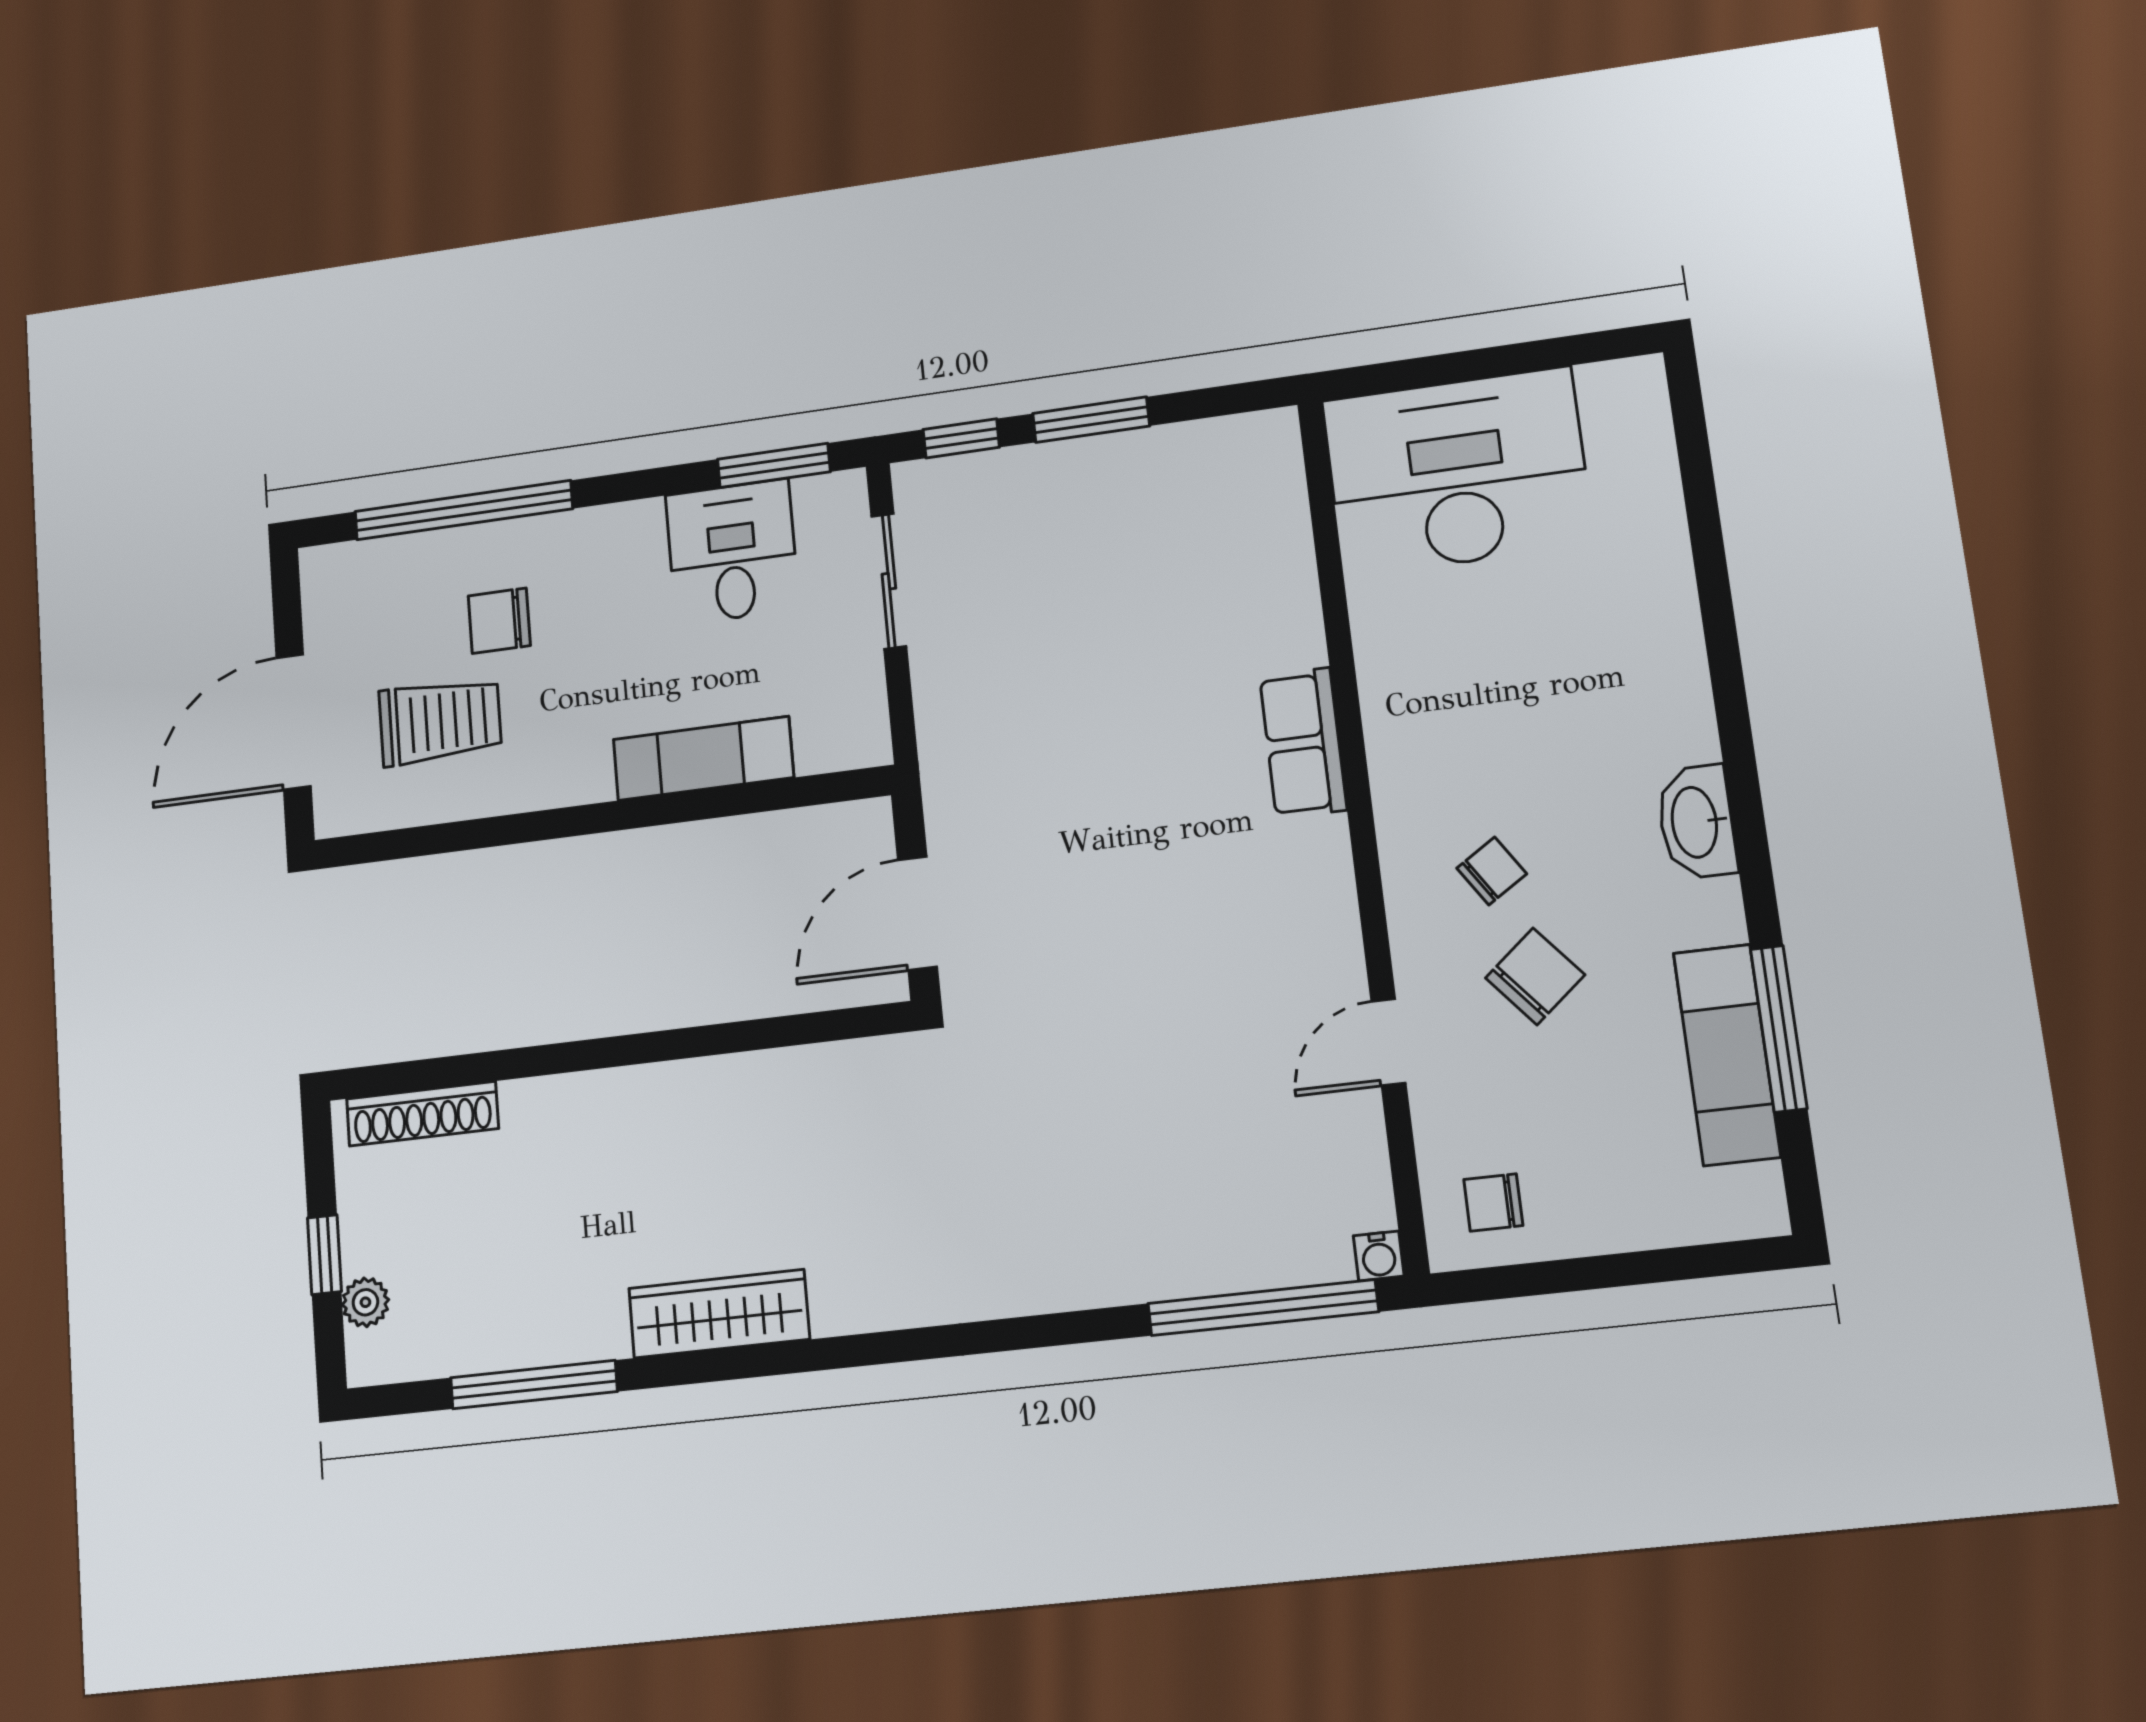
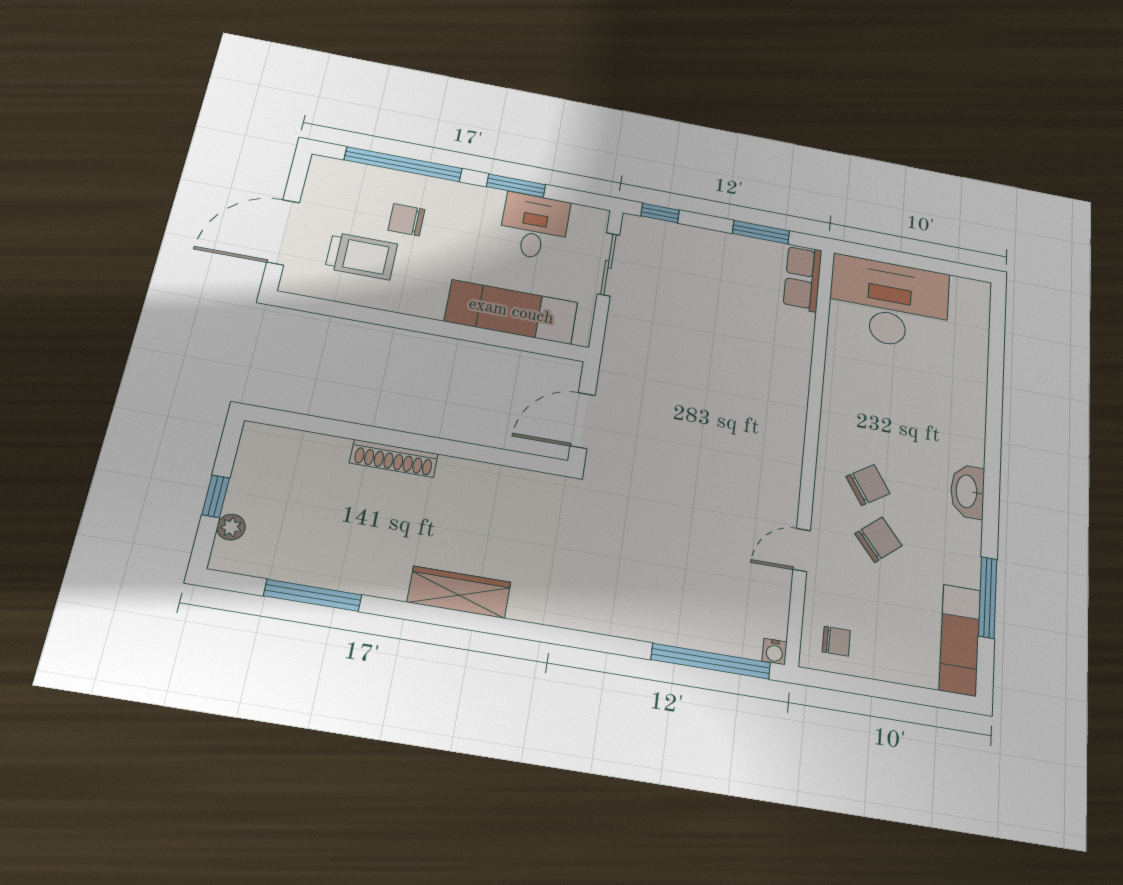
window: (1091, 420) -> (761, 232), moved
window: (774, 465) -> (516, 186), moved
row of seats: (1303, 743) -> (803, 278), moved
exam couch: (703, 758) -> (511, 312), width x1.36, depth x1.45
chair: (1492, 871) -> (868, 485), width x1.37, depth x1.37
exam couch: (1727, 1055) -> (960, 640), moved
shoe rack: (422, 1114) -> (394, 458), moved
chair: (1493, 1203) -> (836, 641), turned 180
wardrobe: (719, 1314) -> (459, 592), moved

